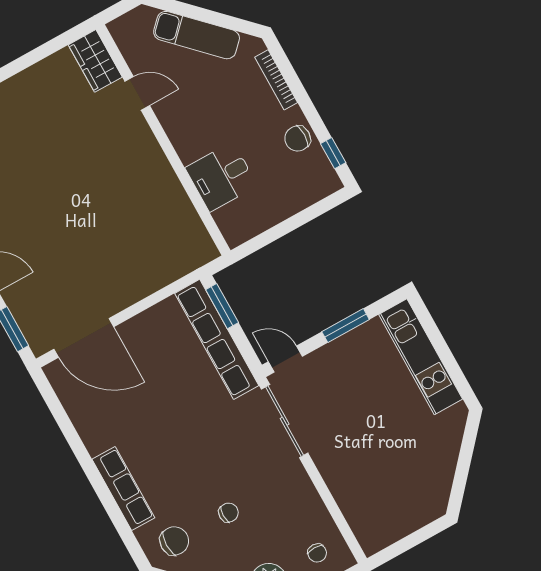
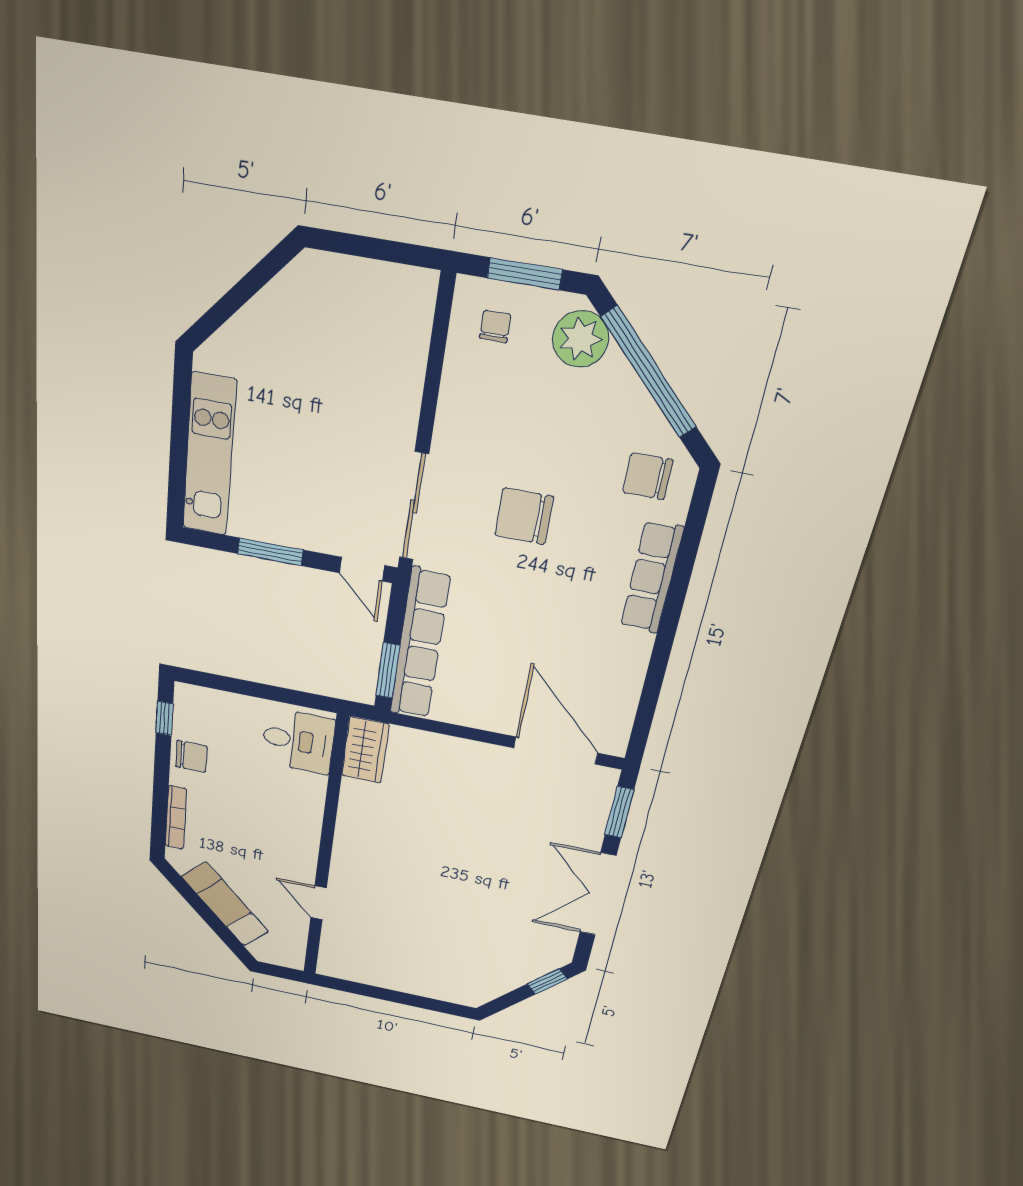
wardrobe: (95, 61) -> (365, 750), moved
desk: (221, 177) -> (298, 741), moved
chair: (229, 513) -> (524, 516), moved, width x1.87, depth x1.87

